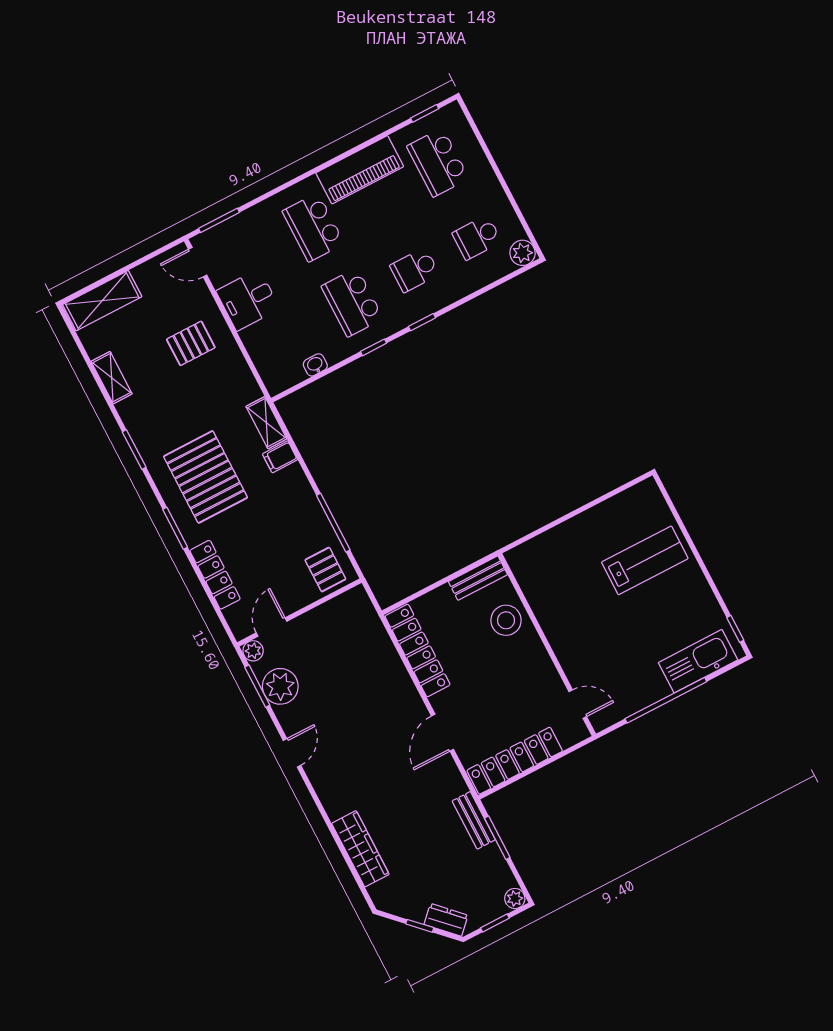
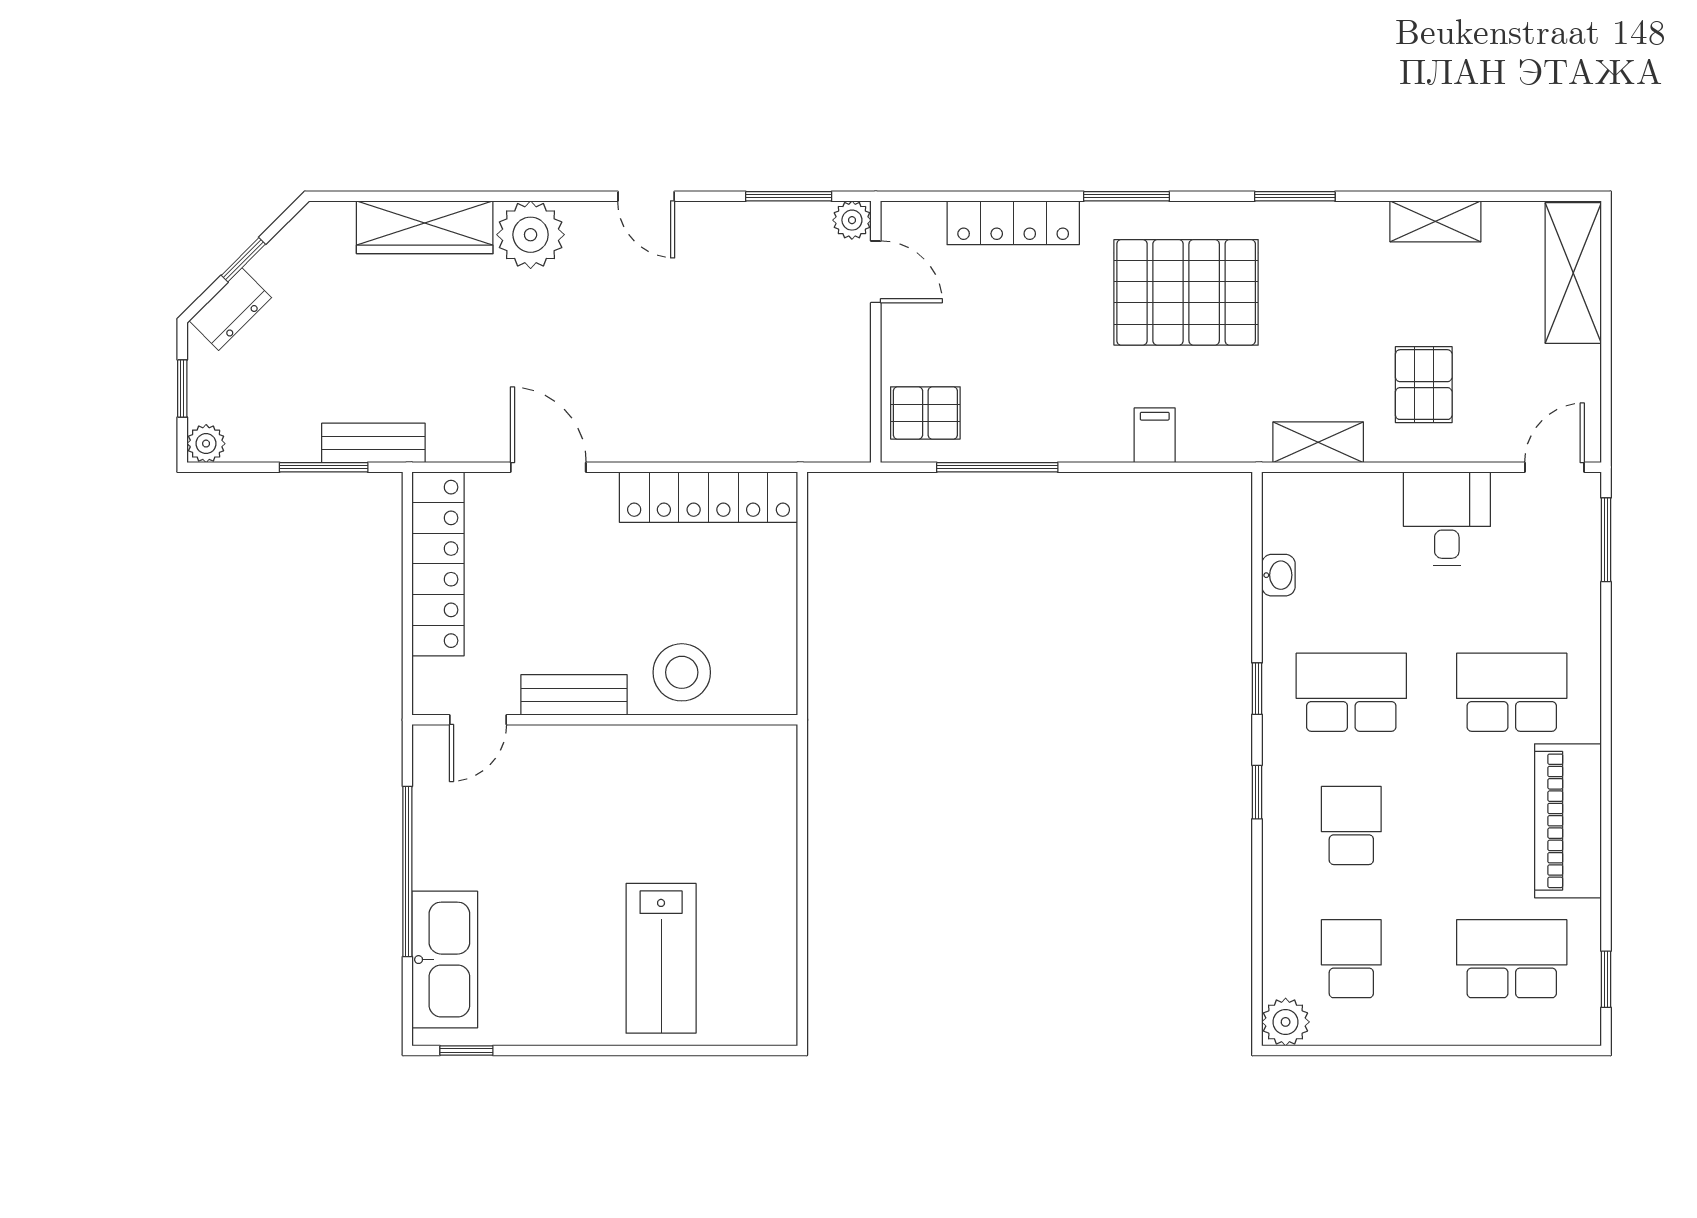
shelving: (266, 423) -> (1318, 442), moved
bench: (478, 578) -> (574, 695), moved, turned 90
plant: (280, 686) -> (531, 235), moved

